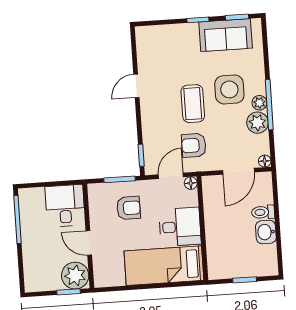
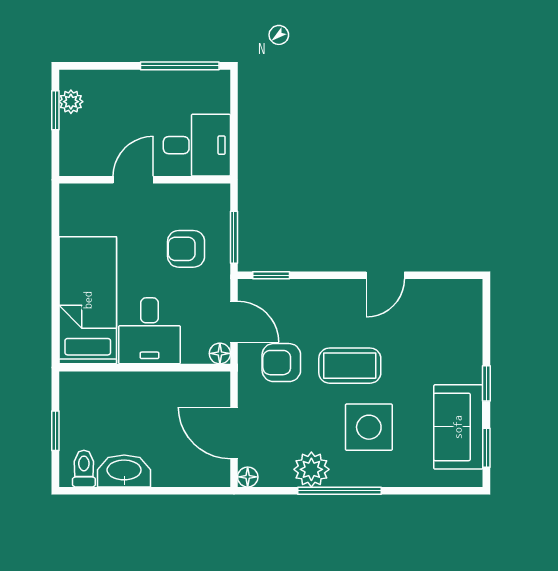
door: (136, 86) -> (385, 275), swing flipped
plant: (259, 103) -> (344, 475), removed
armchair: (194, 145) -> (281, 363), turned -90
armchair: (129, 208) -> (186, 249), turned 90
toilet: (263, 212) -> (84, 469), moved
washbasin: (266, 232) -> (124, 471), width x1.38
plant: (75, 276) -> (71, 102), moved, width x0.53, depth x0.53
window: (69, 292) -> (55, 110), moved

